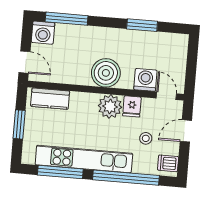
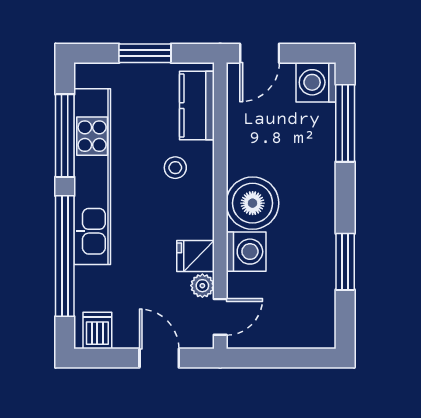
washing machine: (145, 80) -> (246, 252), moved
plant: (110, 106) -> (202, 286), moved, width x0.53, depth x0.53
stool: (146, 138) -> (175, 168), moved

